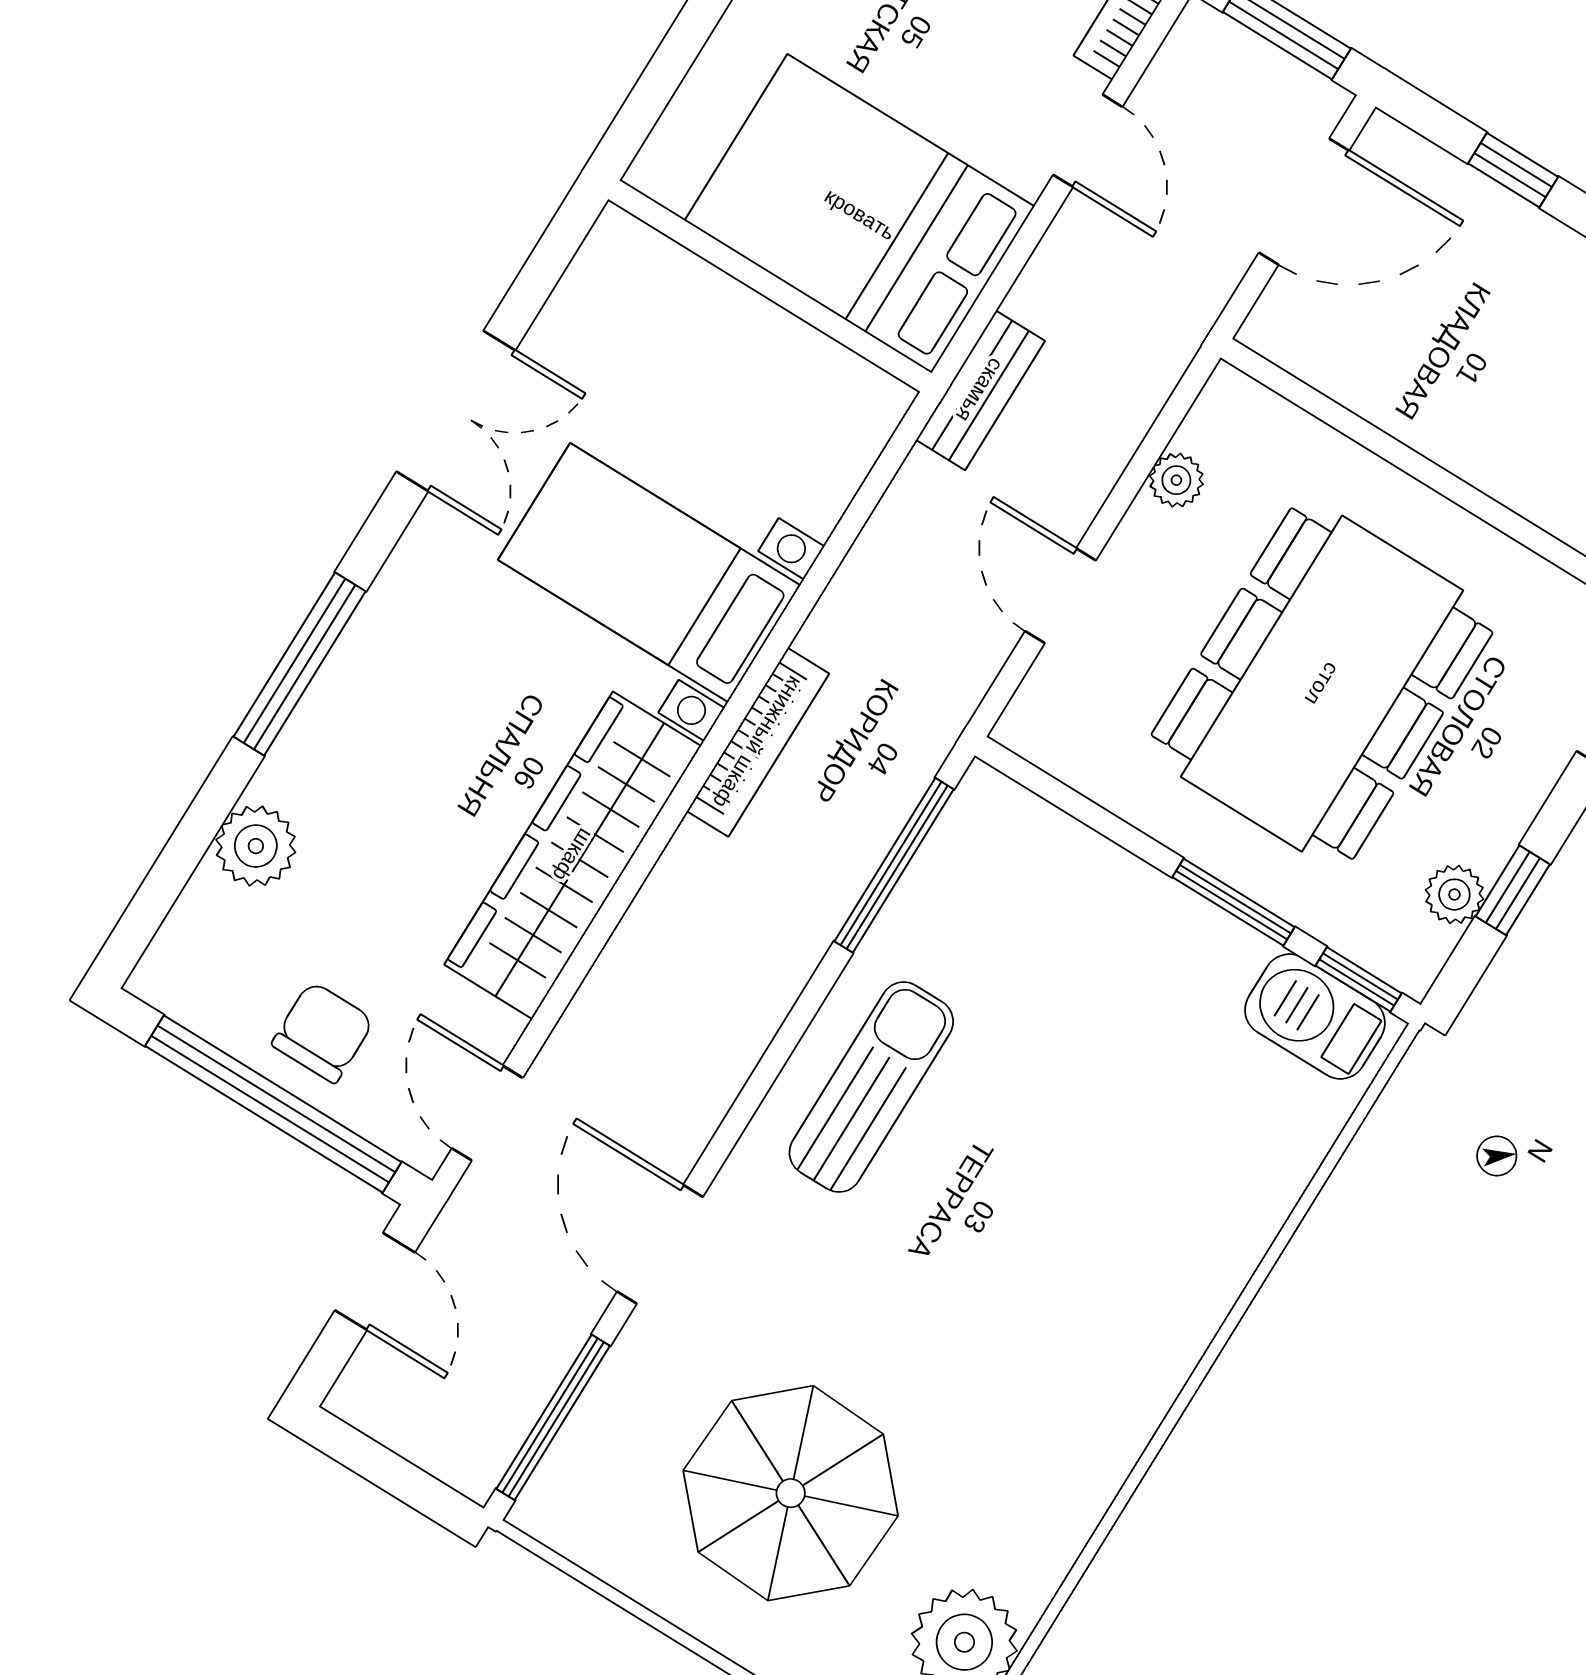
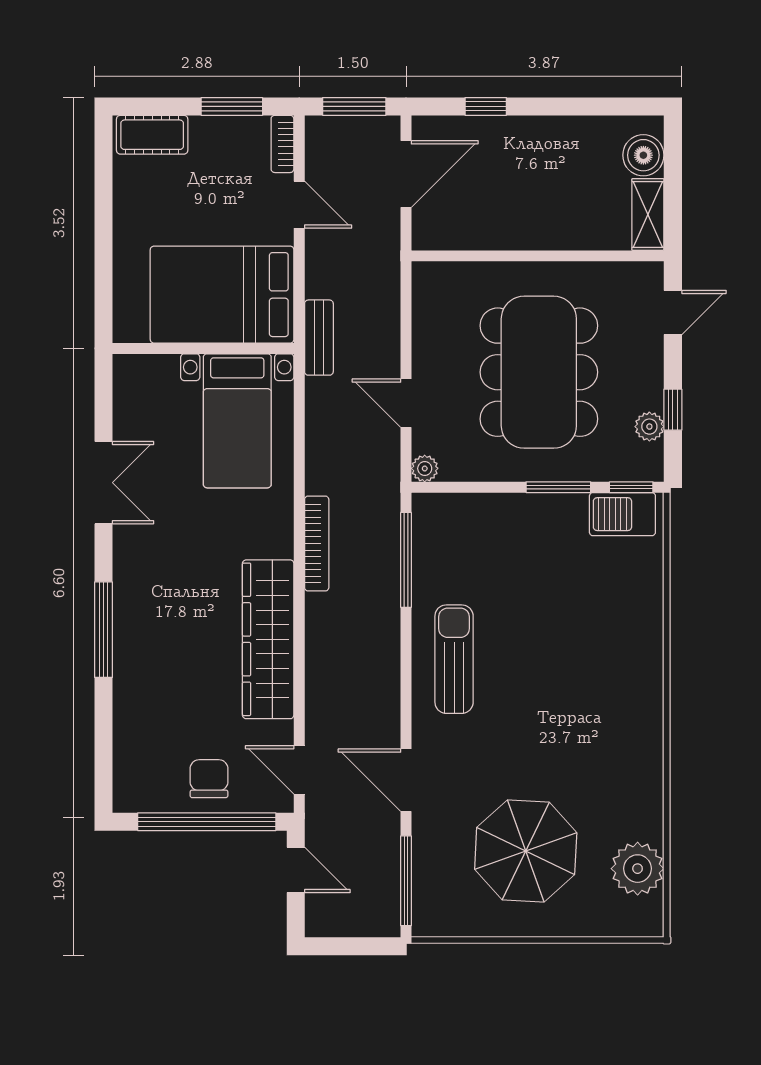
plant: (1176, 480) -> (425, 468), moved
bed with nightstands: (649, 573) -> (237, 421), moved, turned -90
plant: (256, 846) -> (132, 718), removed

